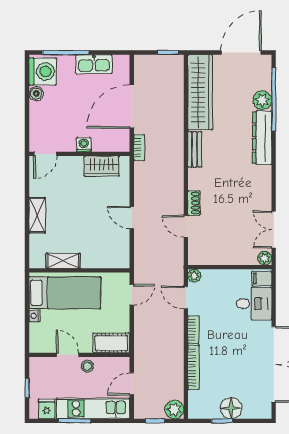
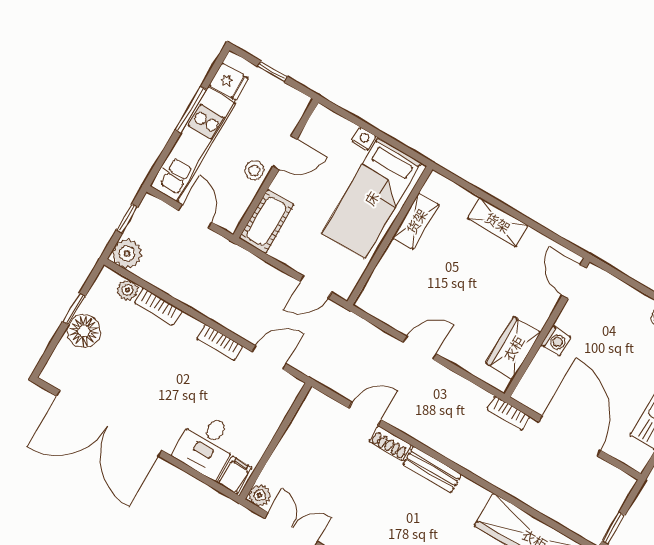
bench: (195, 149) -> (432, 469), moved
plant: (194, 276) -> (127, 290), moved
door: (132, 295) -> (316, 287), hinge flipped
bookcase: (194, 367) -> (158, 307), width x0.64

